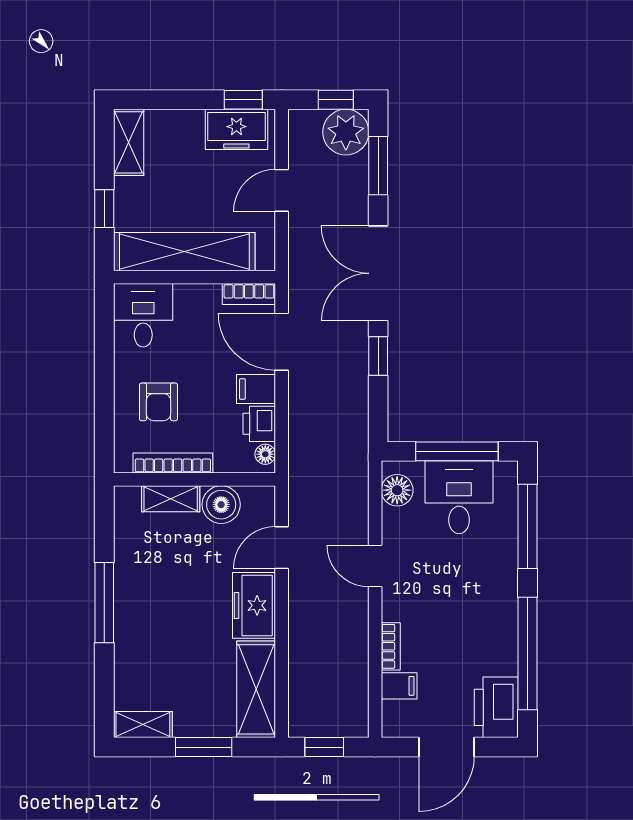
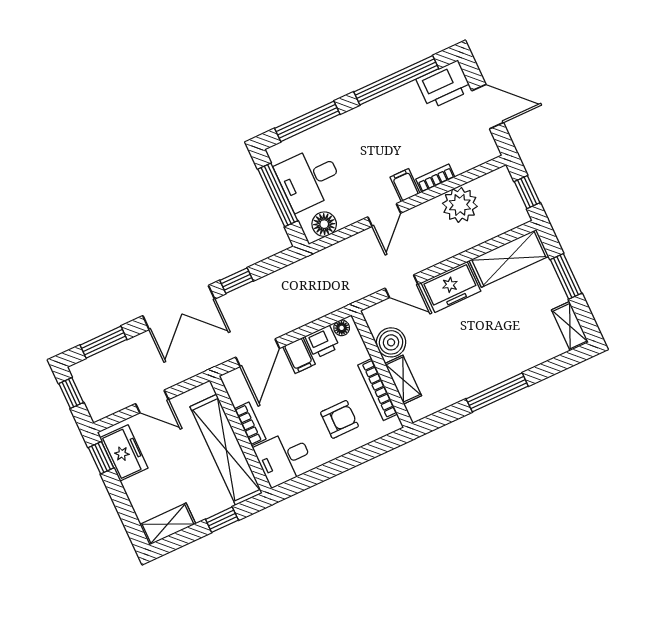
plant: (346, 132) -> (460, 205), moved
bookcase: (249, 294) -> (250, 424), moved
filing cabinet: (399, 686) -> (405, 185), moved

